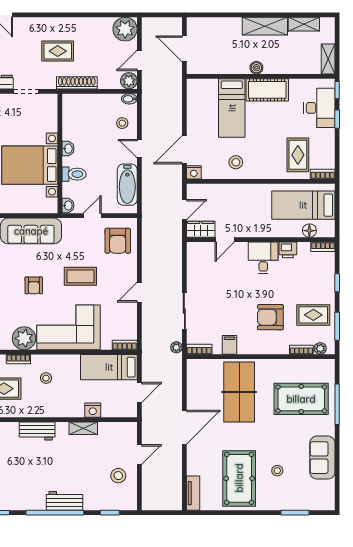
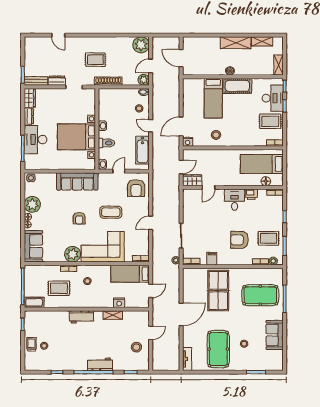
rug: (298, 155) -> (270, 121), moved, turned 90

